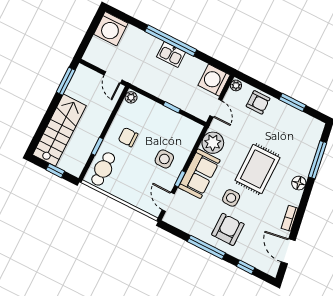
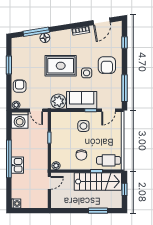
washing machine: (111, 29) -> (16, 203), width x0.53, depth x0.53
kitchen sink: (171, 55) -> (17, 165), moved
window: (66, 81) -> (98, 211), moved
door: (216, 108) -> (36, 110), swing flipped
stairs: (59, 130) -> (98, 182), moved, turned 180
floor lamp: (299, 183) -> (45, 38), moved
armchair: (228, 229) -> (107, 65), turned -90
window: (206, 247) -> (124, 88), moved

